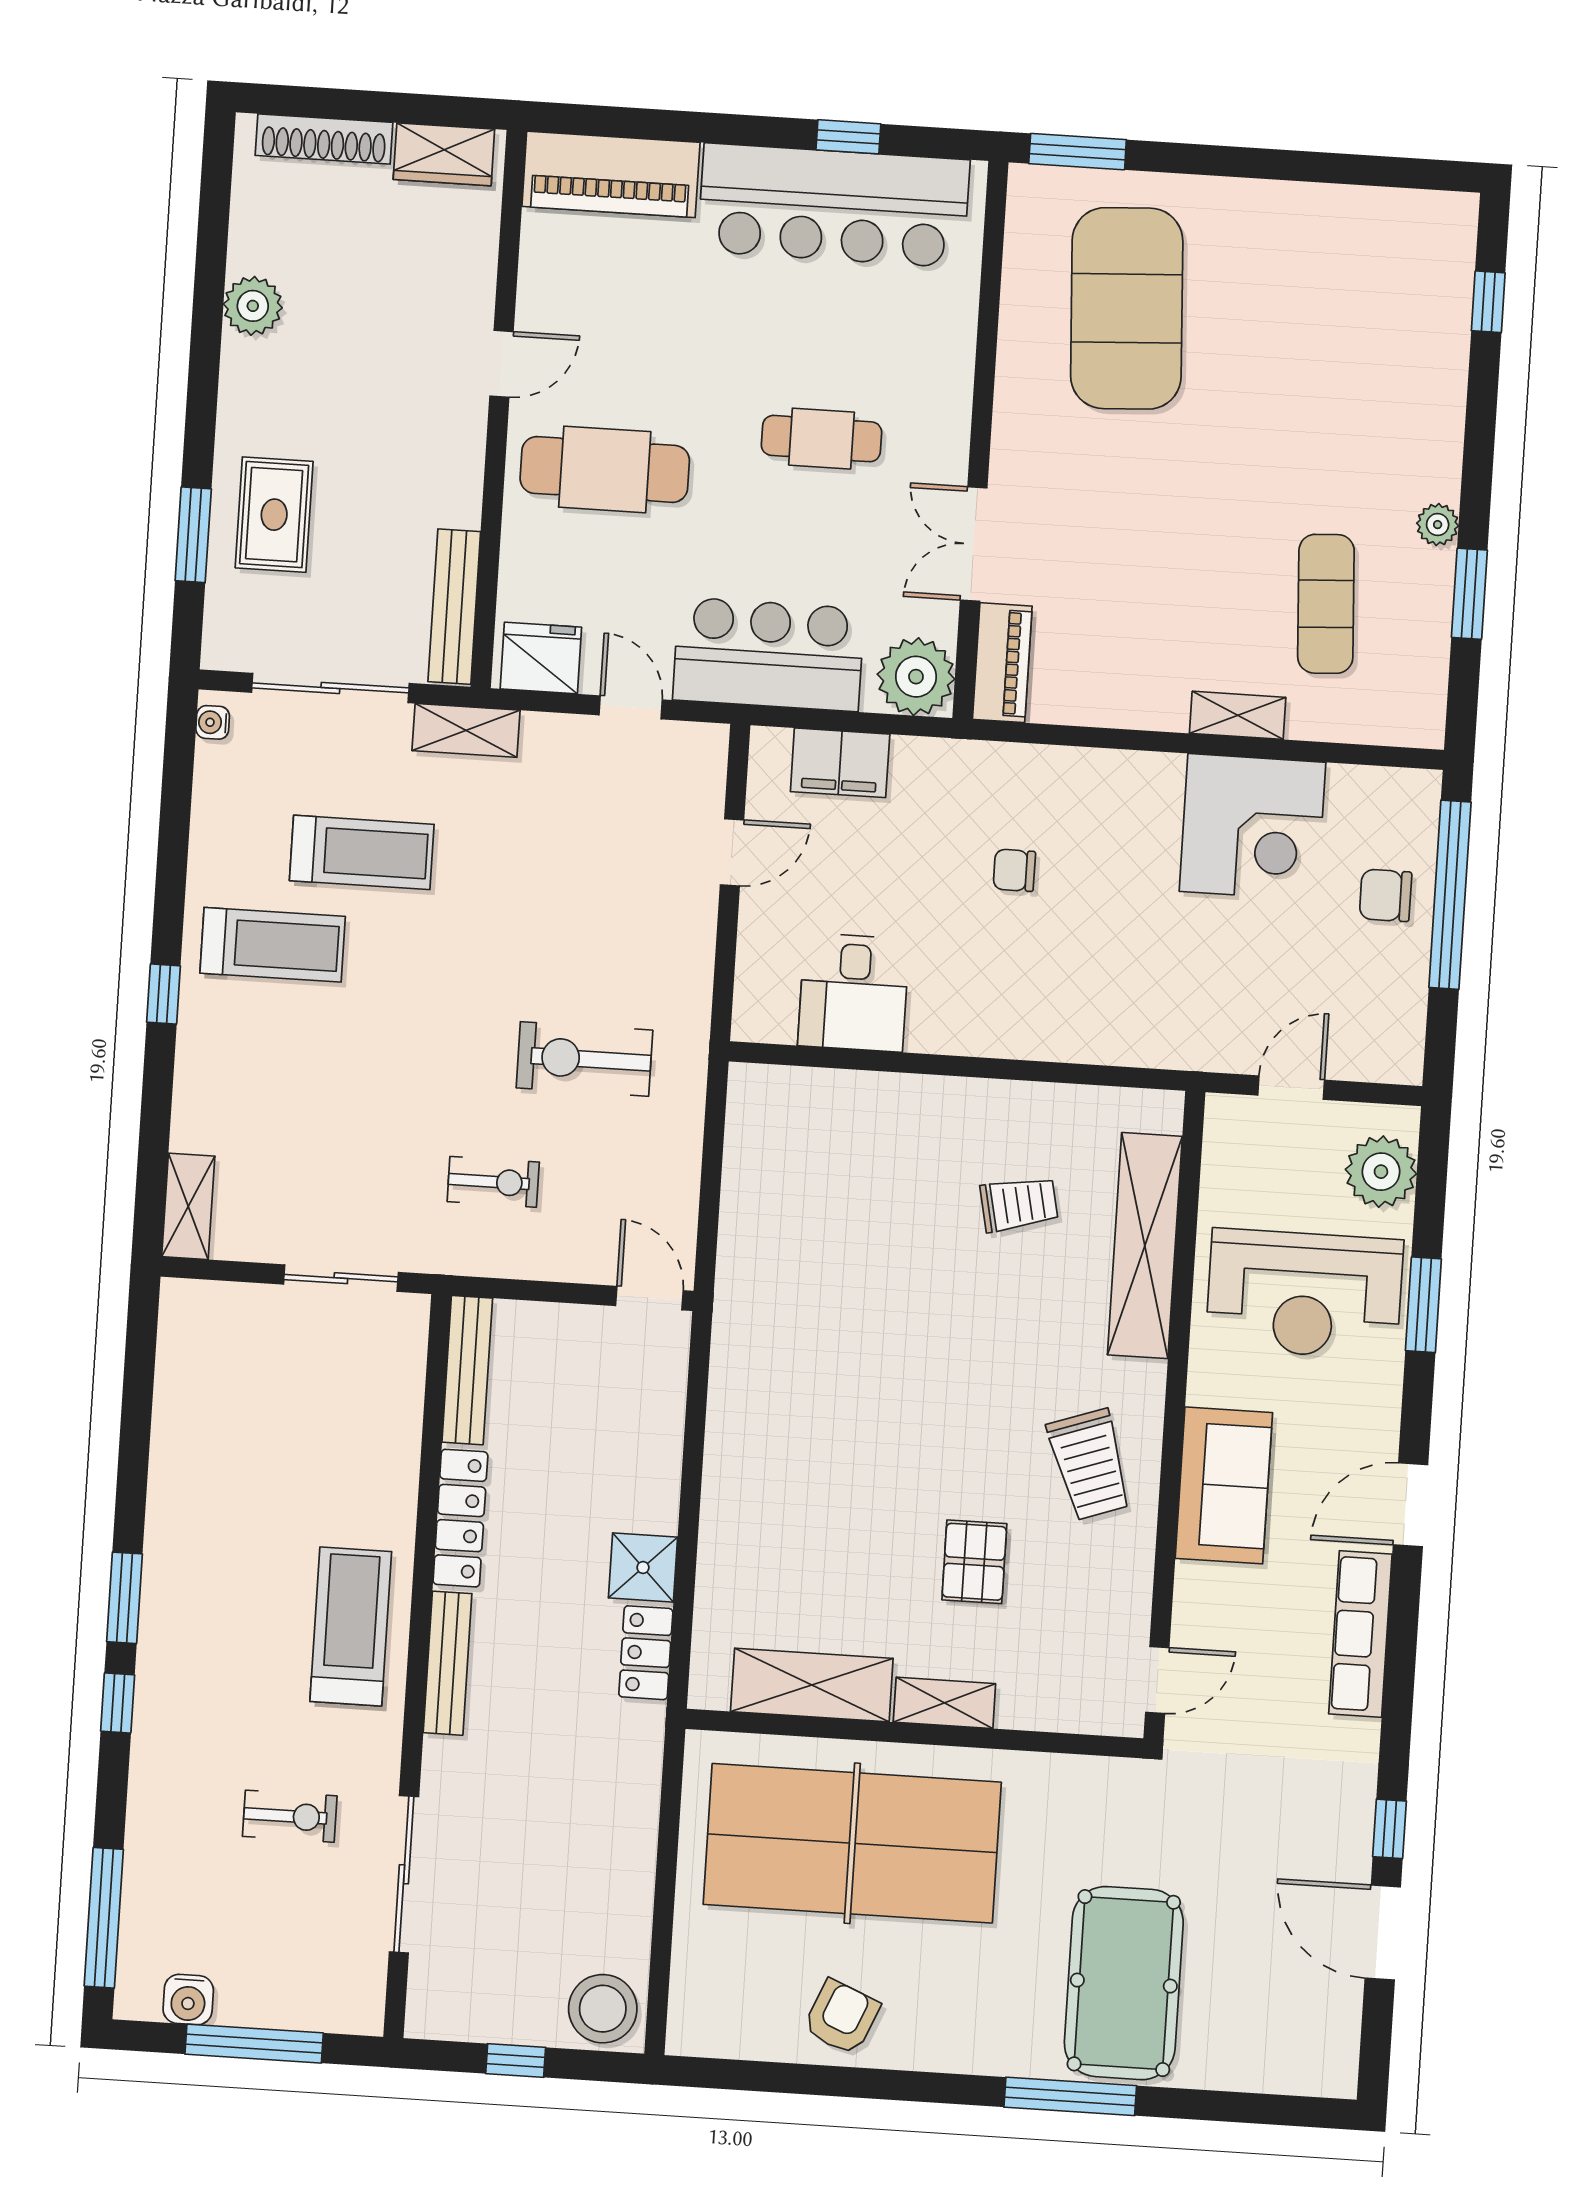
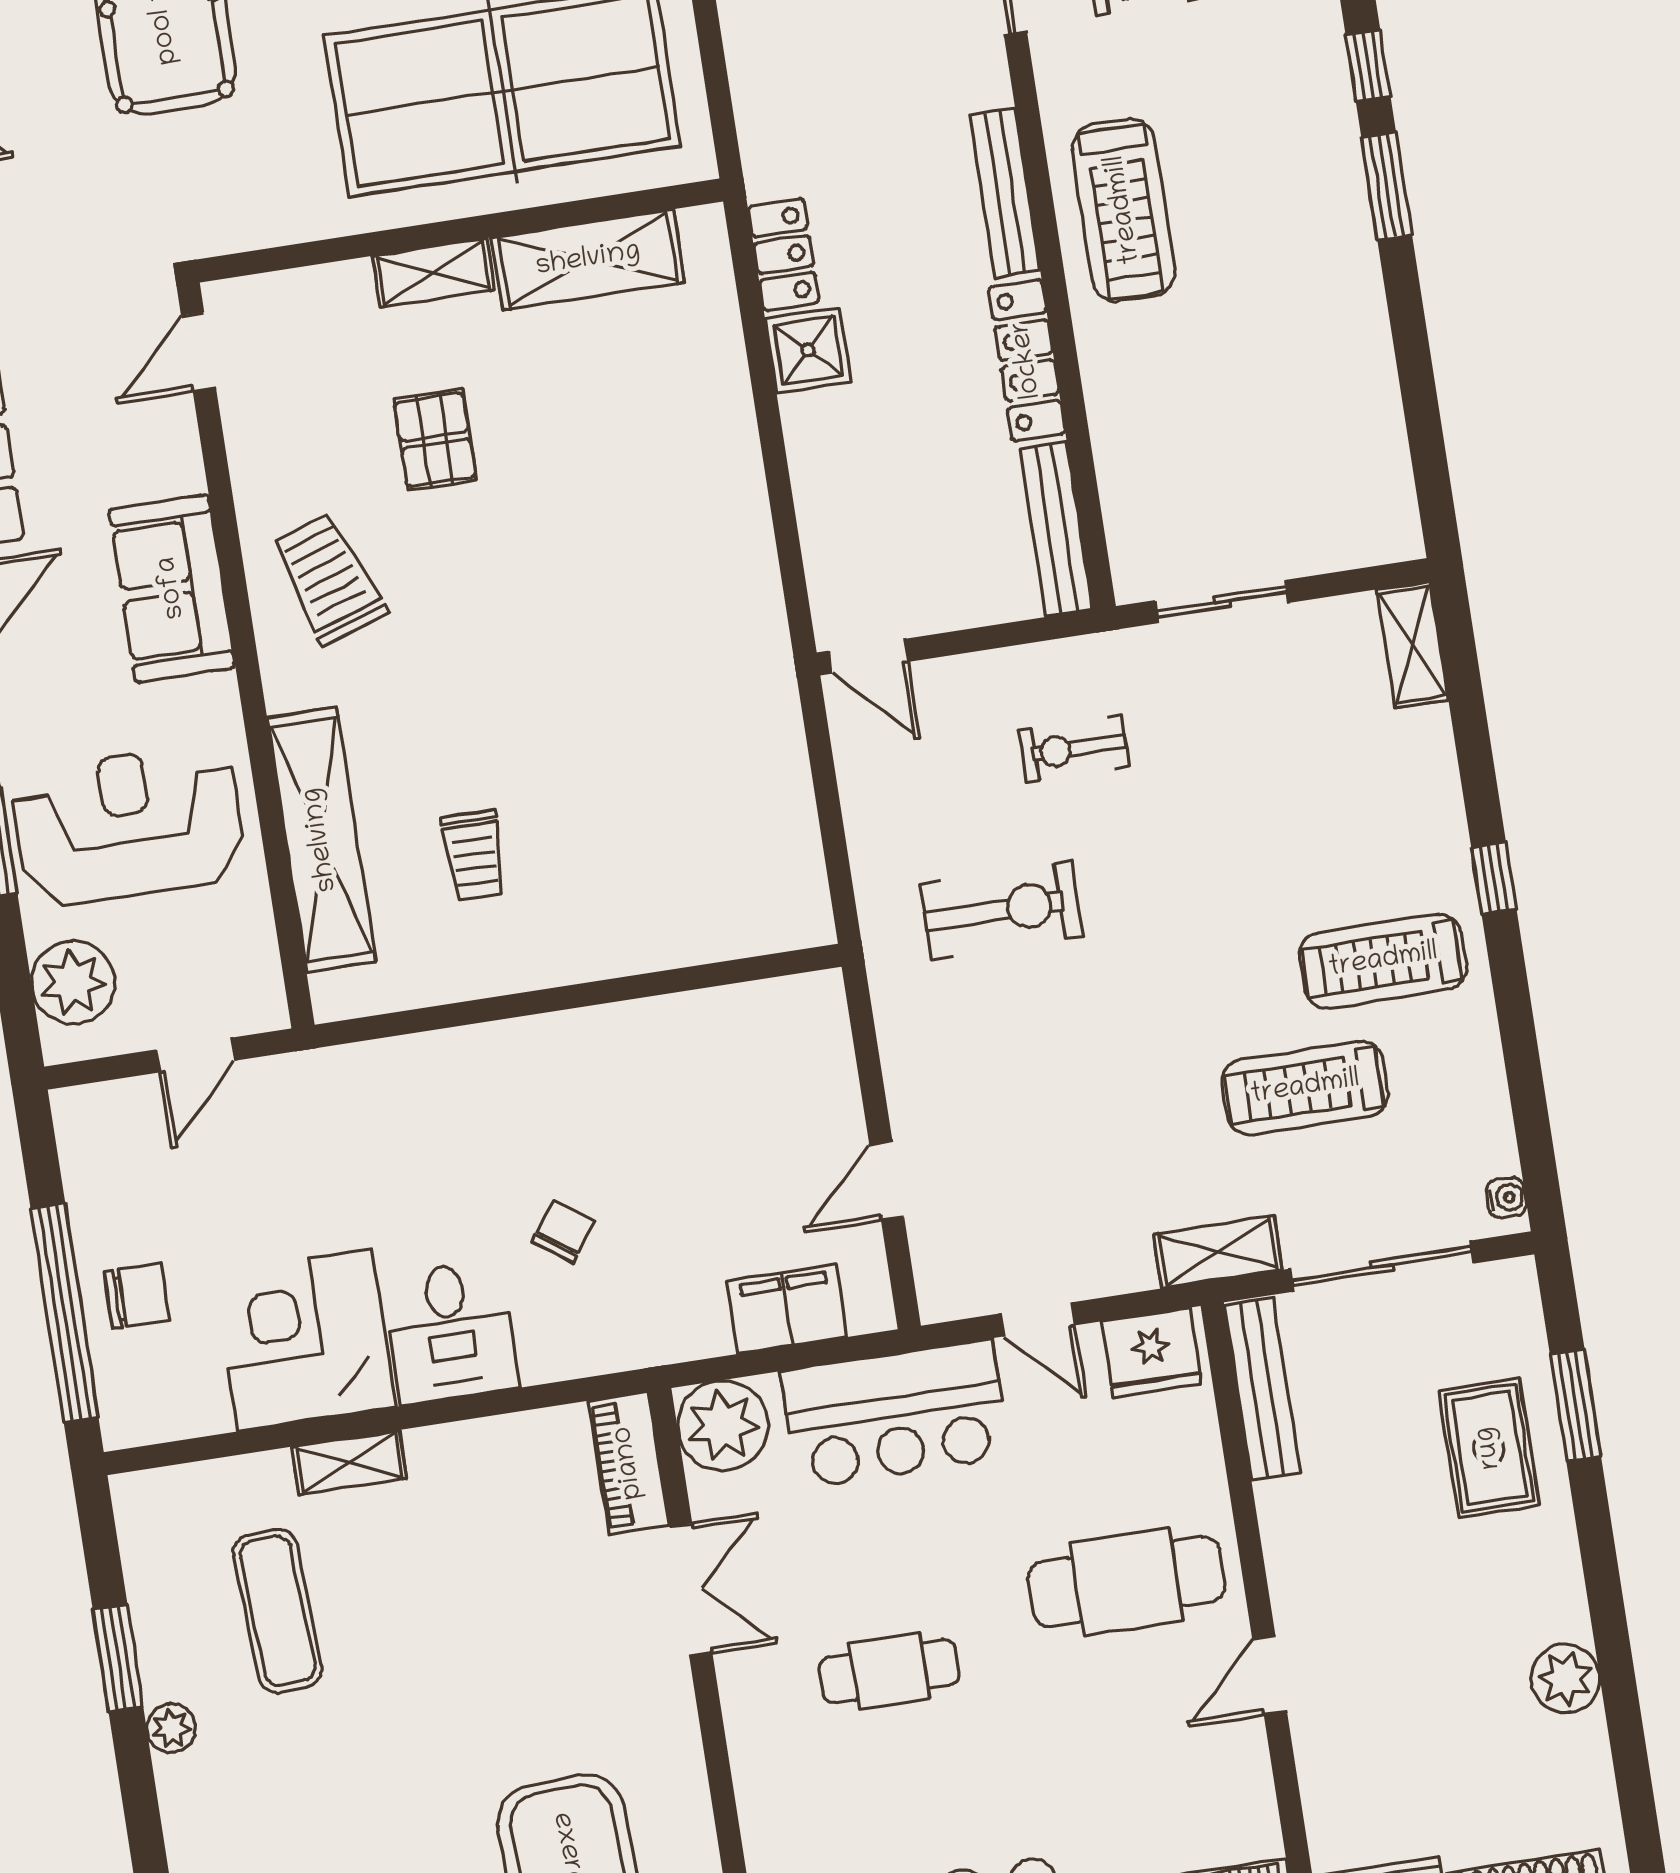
chair: (1014, 870) -> (563, 1231), turned -54
desk: (854, 992) -> (451, 1332), moved, turned 180
trolley: (1019, 1204) -> (474, 855), turned -78

